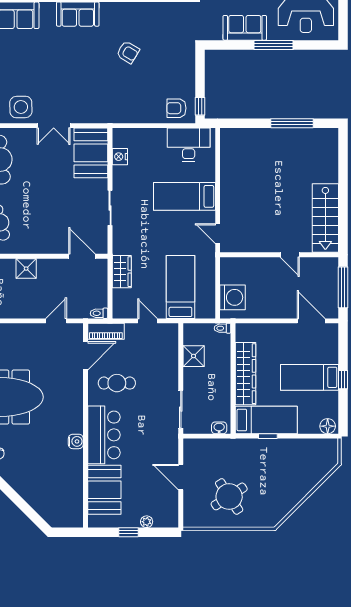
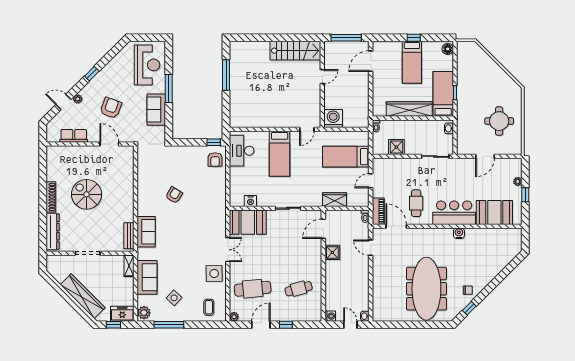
shower: (26, 269) -> (332, 252), moved
washing machine: (233, 297) -> (333, 119), moved
round table: (229, 496) -> (499, 121), turned 33

